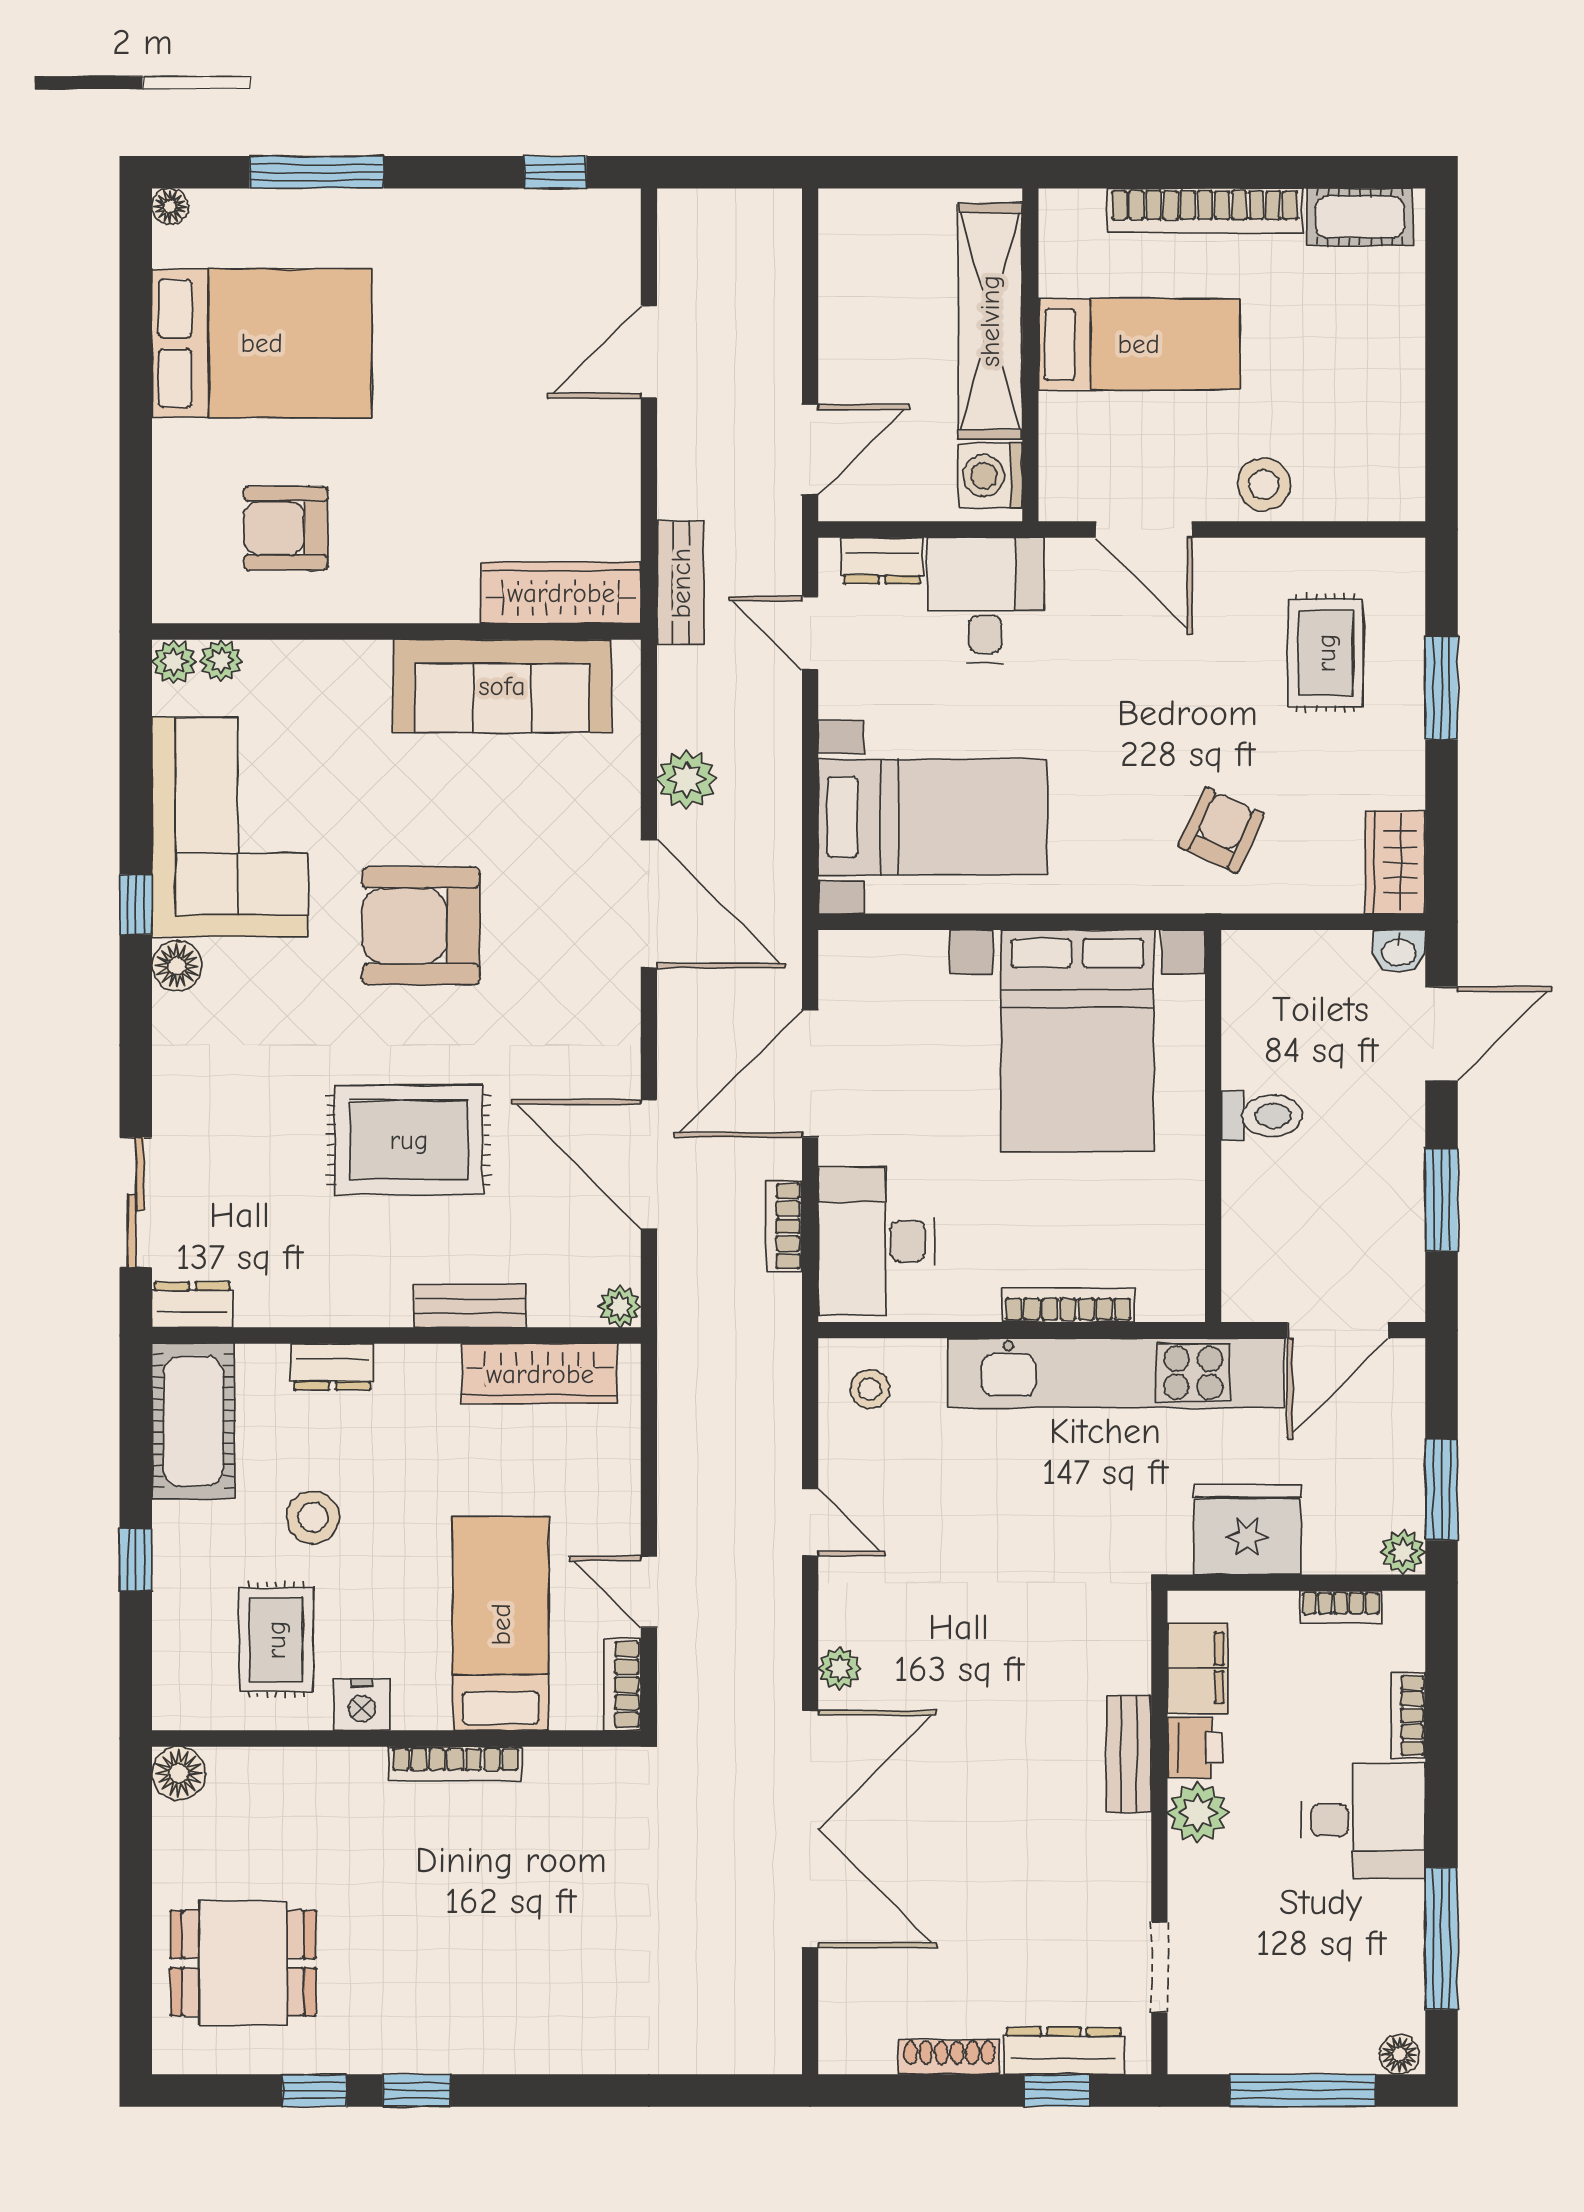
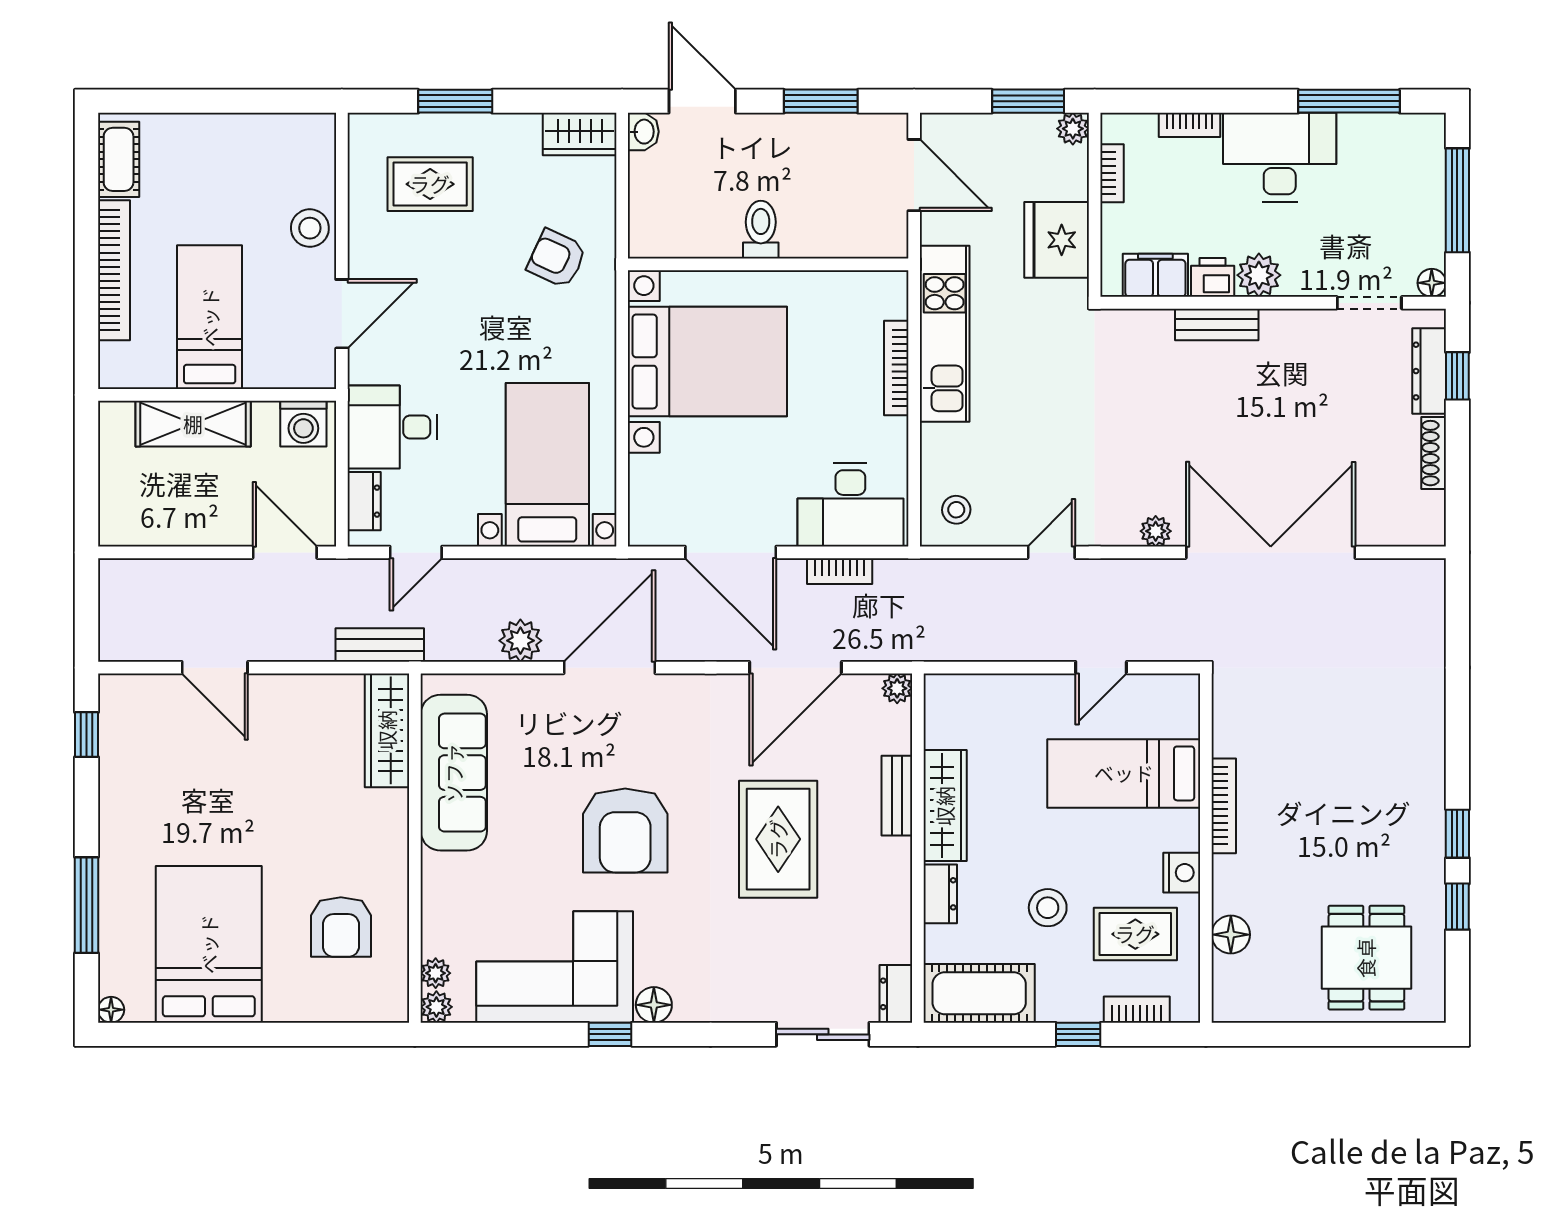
shelving: (990, 321) -> (193, 424), width x0.68
kitchen unit: (1116, 1373) -> (945, 334), width x0.73
wardrobe: (540, 1374) -> (945, 806), moved
bookcase: (622, 1684) -> (1137, 1010), moved, turned 180
floor lamp: (179, 1773) -> (1231, 935), moved
desk: (1363, 1820) -> (1280, 157), width x1.37
floor lamp: (1399, 2055) -> (1432, 283), moved

